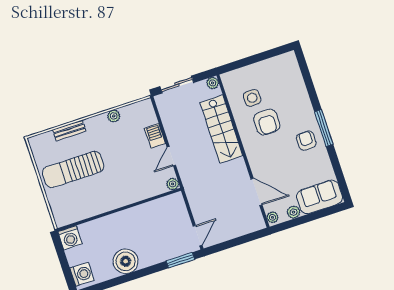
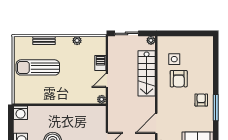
window: (324, 128) -> (216, 108), moved
door: (256, 192) -> (156, 123), swing flipped

